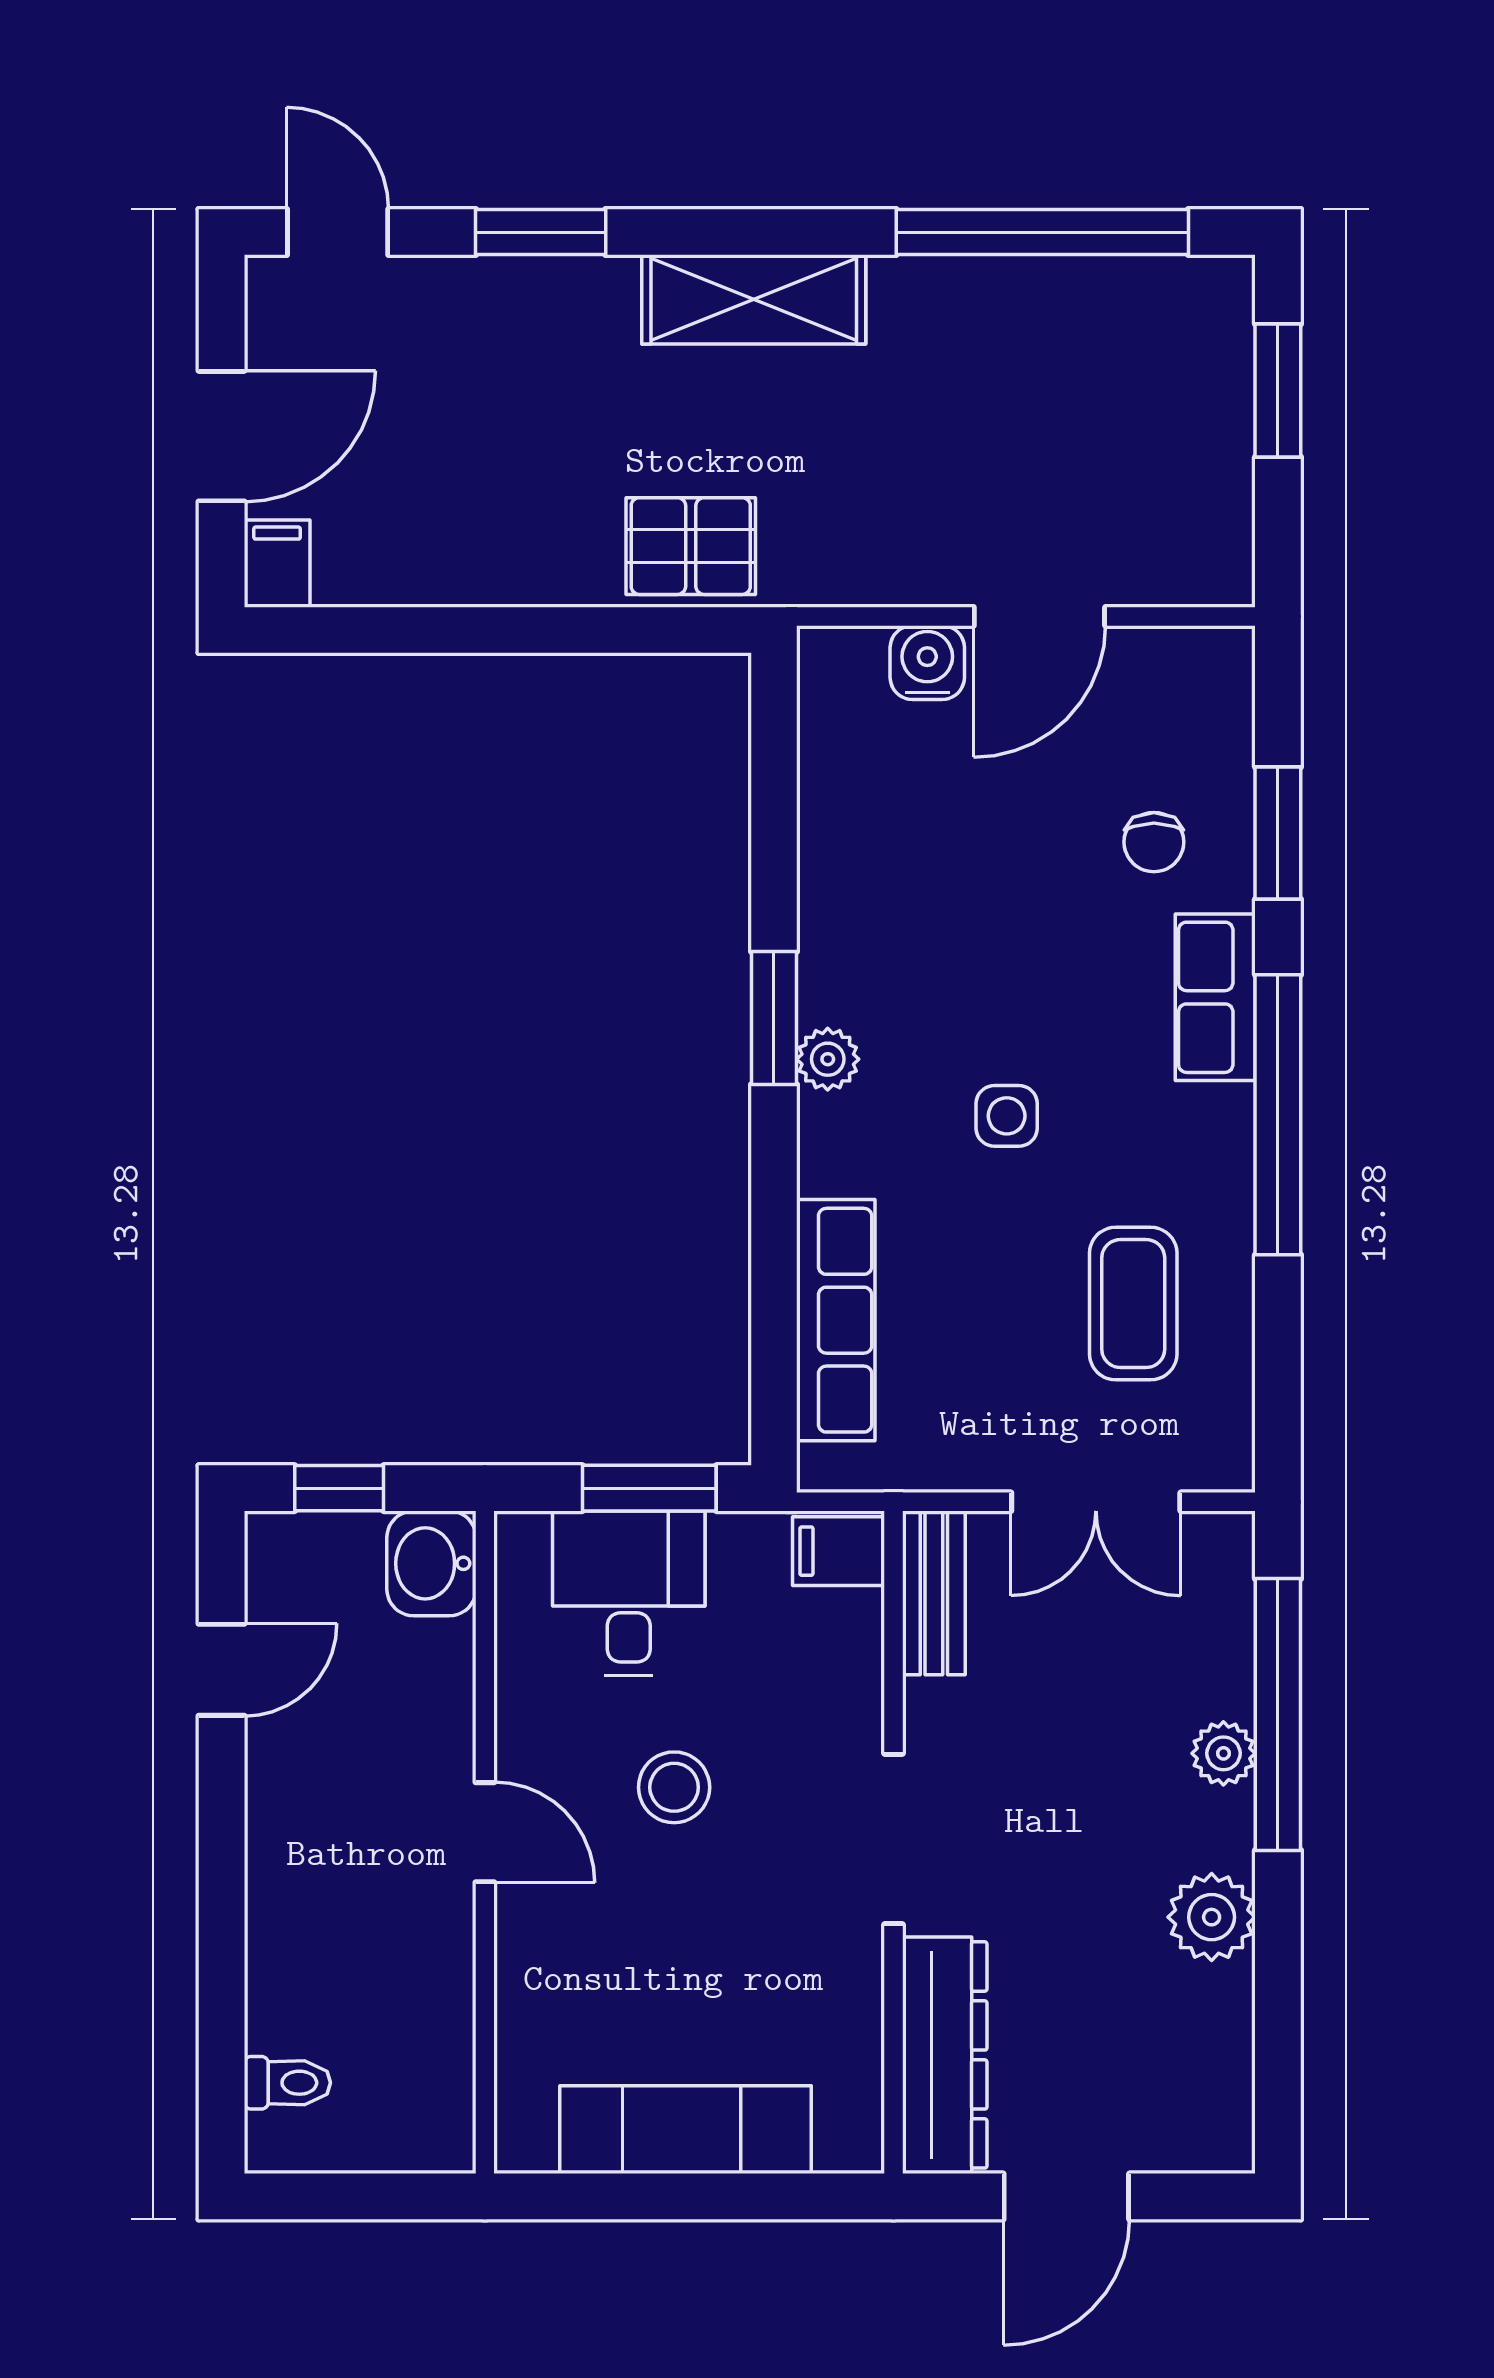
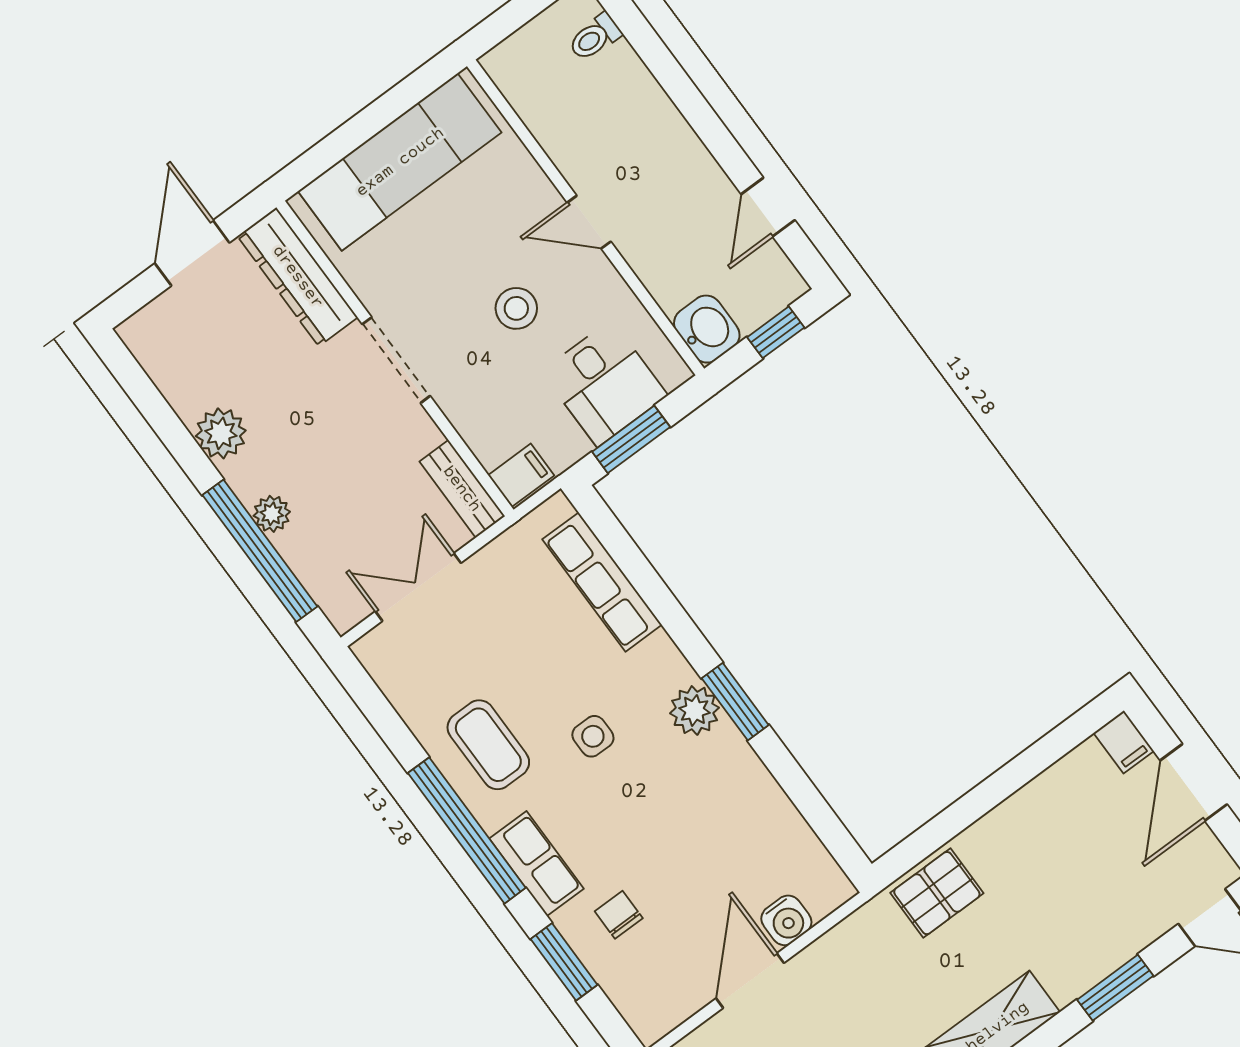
plant: (828, 1059) -> (695, 710), width x1.38, depth x1.38
coffee table: (1133, 1304) -> (488, 745), moved
exam couch: (686, 2130) -> (400, 162), width x1.36, depth x1.45

